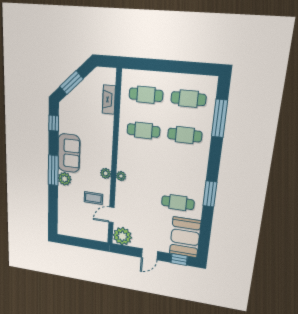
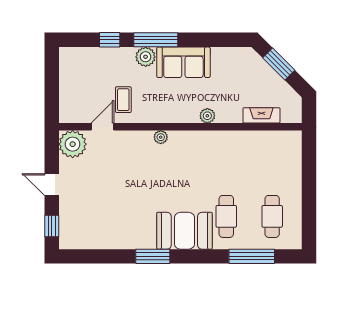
cafe table: (146, 95) -> (272, 163), removed
window: (54, 123) -> (110, 40), moved
cafe table: (143, 130) -> (226, 163), removed
plant: (106, 173) -> (207, 116), moved
cafe table: (178, 203) -> (134, 216), removed
door: (111, 215) -> (102, 127), hinge flipped
booth: (185, 237) -> (184, 231), moved

